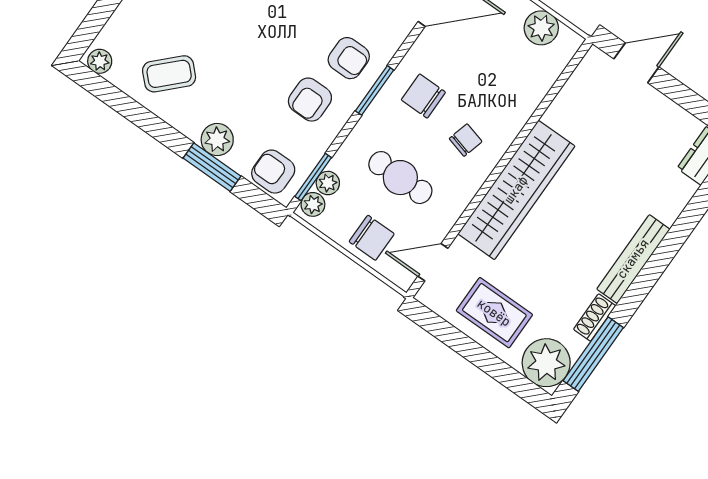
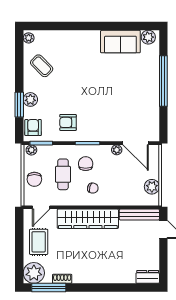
armchair: (349, 58) -> (93, 126), removed
chair: (423, 96) -> (86, 164), moved
plant: (328, 183) -> (117, 150), moved
bench: (633, 259) -> (139, 214), moved
door: (433, 262) -> (41, 207), swing flipped

